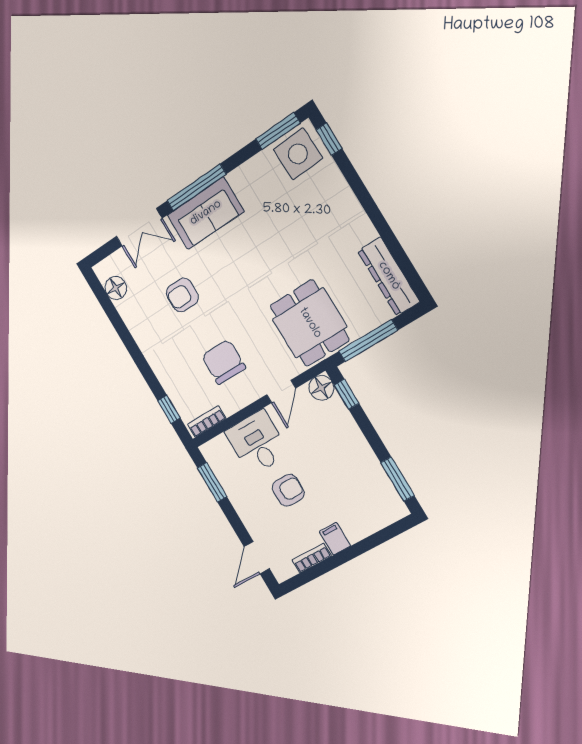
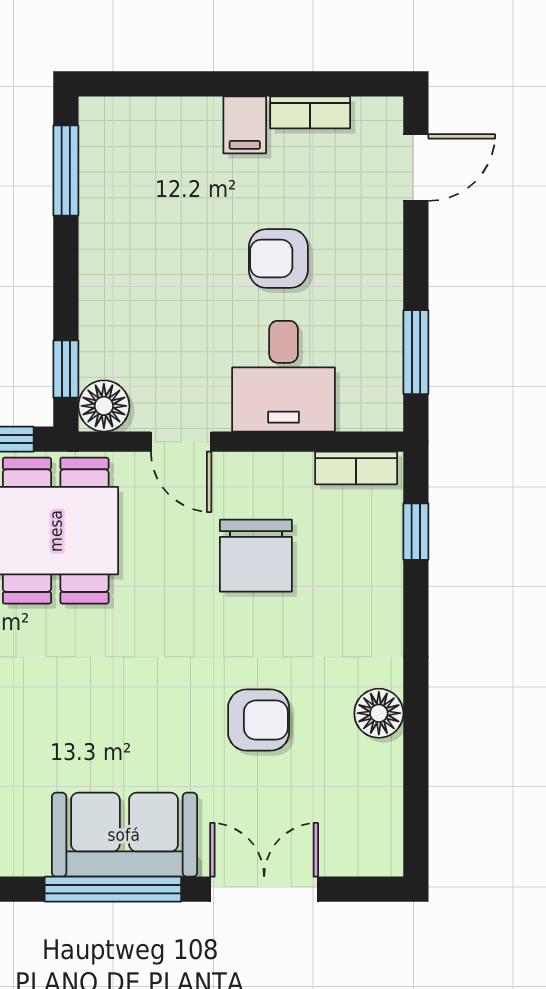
floor lamp: (116, 288) -> (379, 713), moved
door: (281, 391) -> (181, 442), swing flipped

